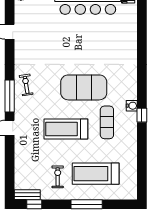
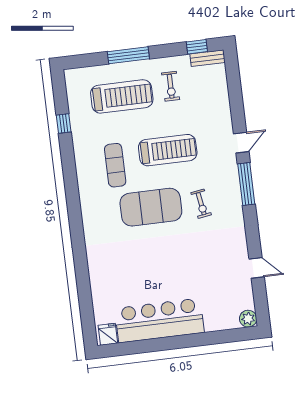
exercise bike: (26, 85) -> (201, 204), moved
water cooler: (132, 106) -> (85, 191), removed
window: (142, 115) -> (64, 123), moved

